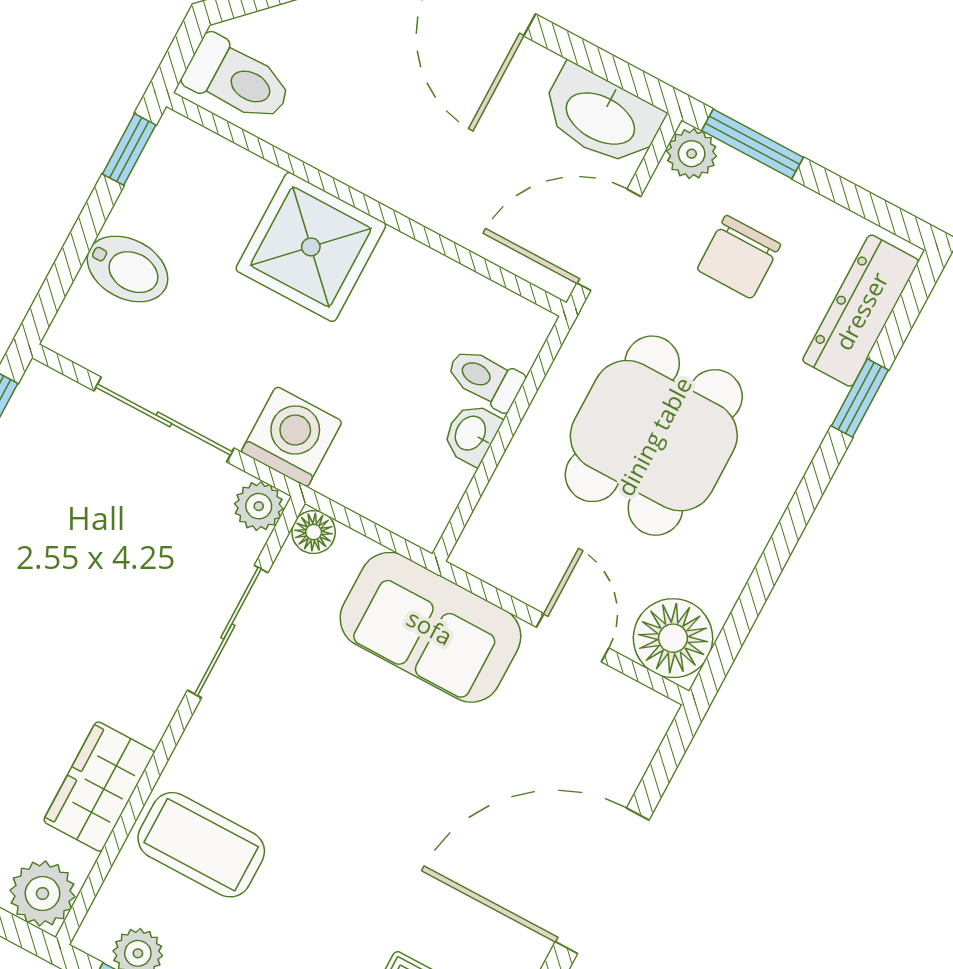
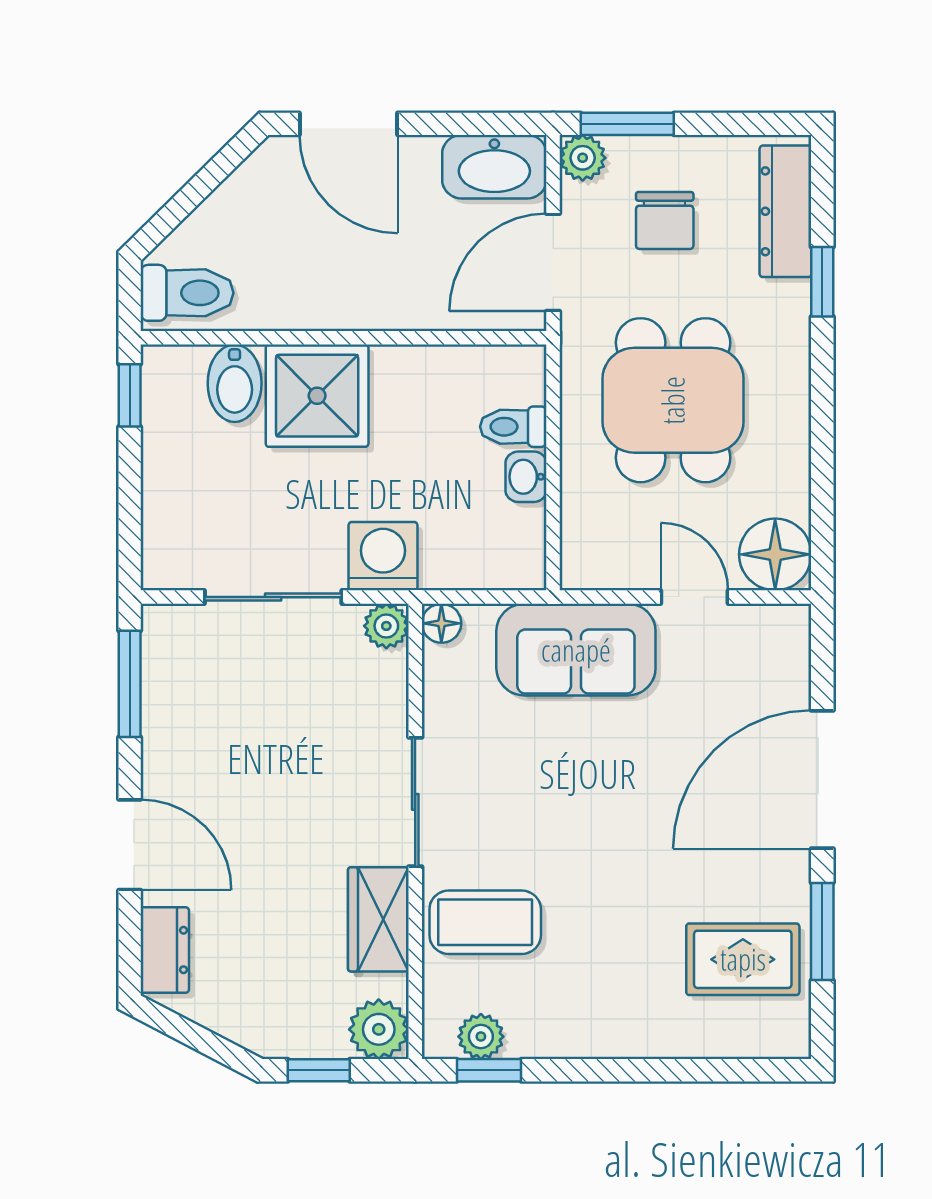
bidet: (127, 269) -> (235, 383), moved, turned 90
sliding door: (228, 631) -> (415, 802), moved

